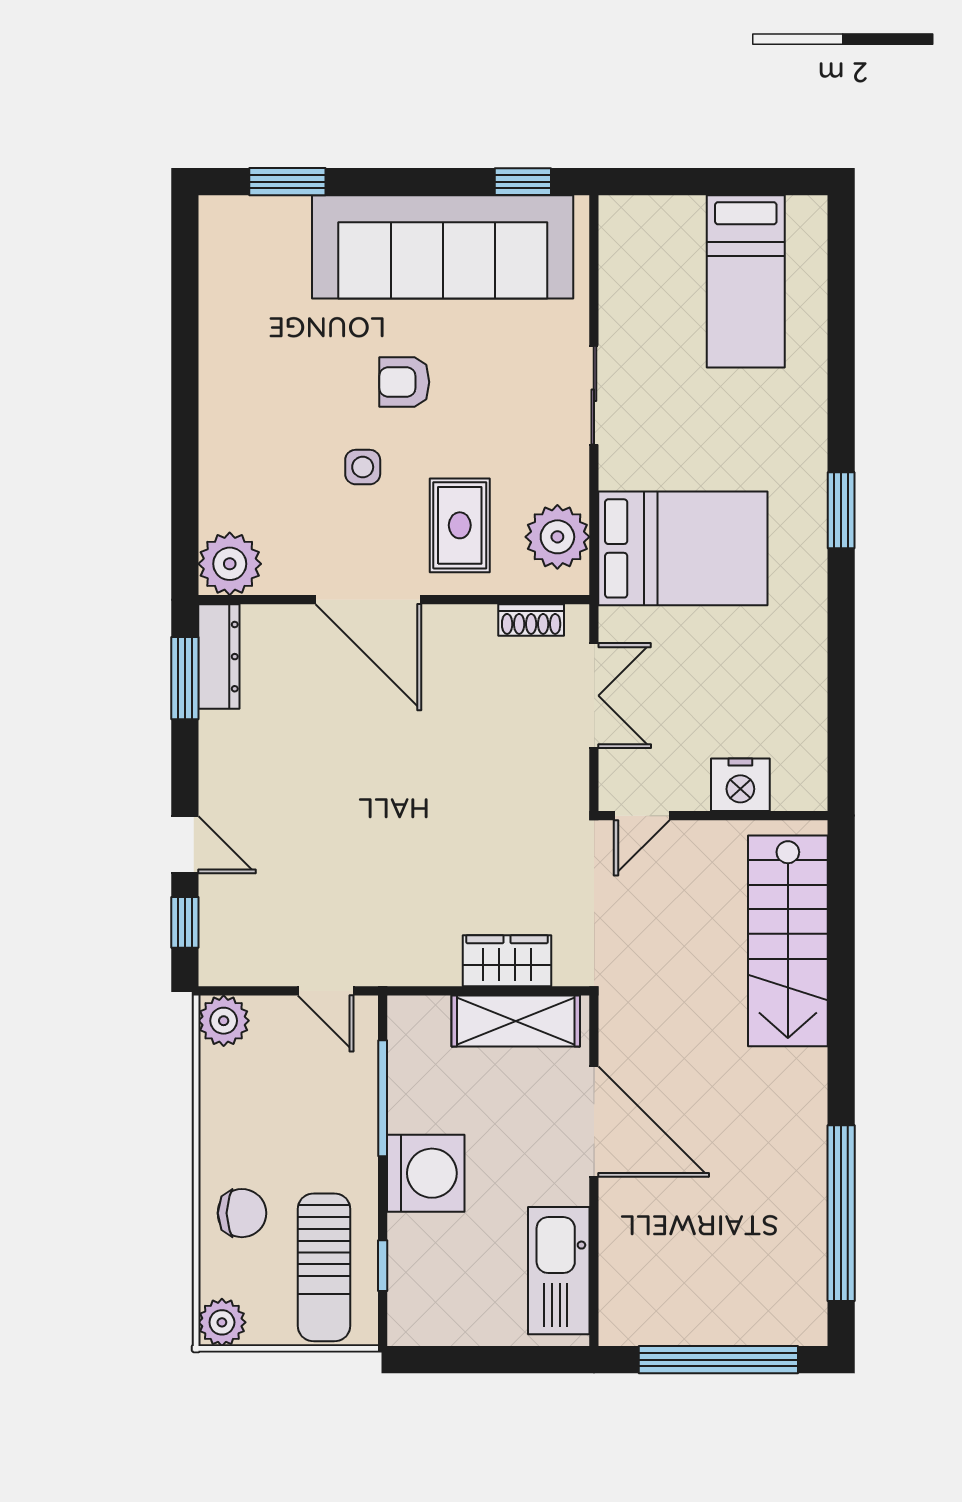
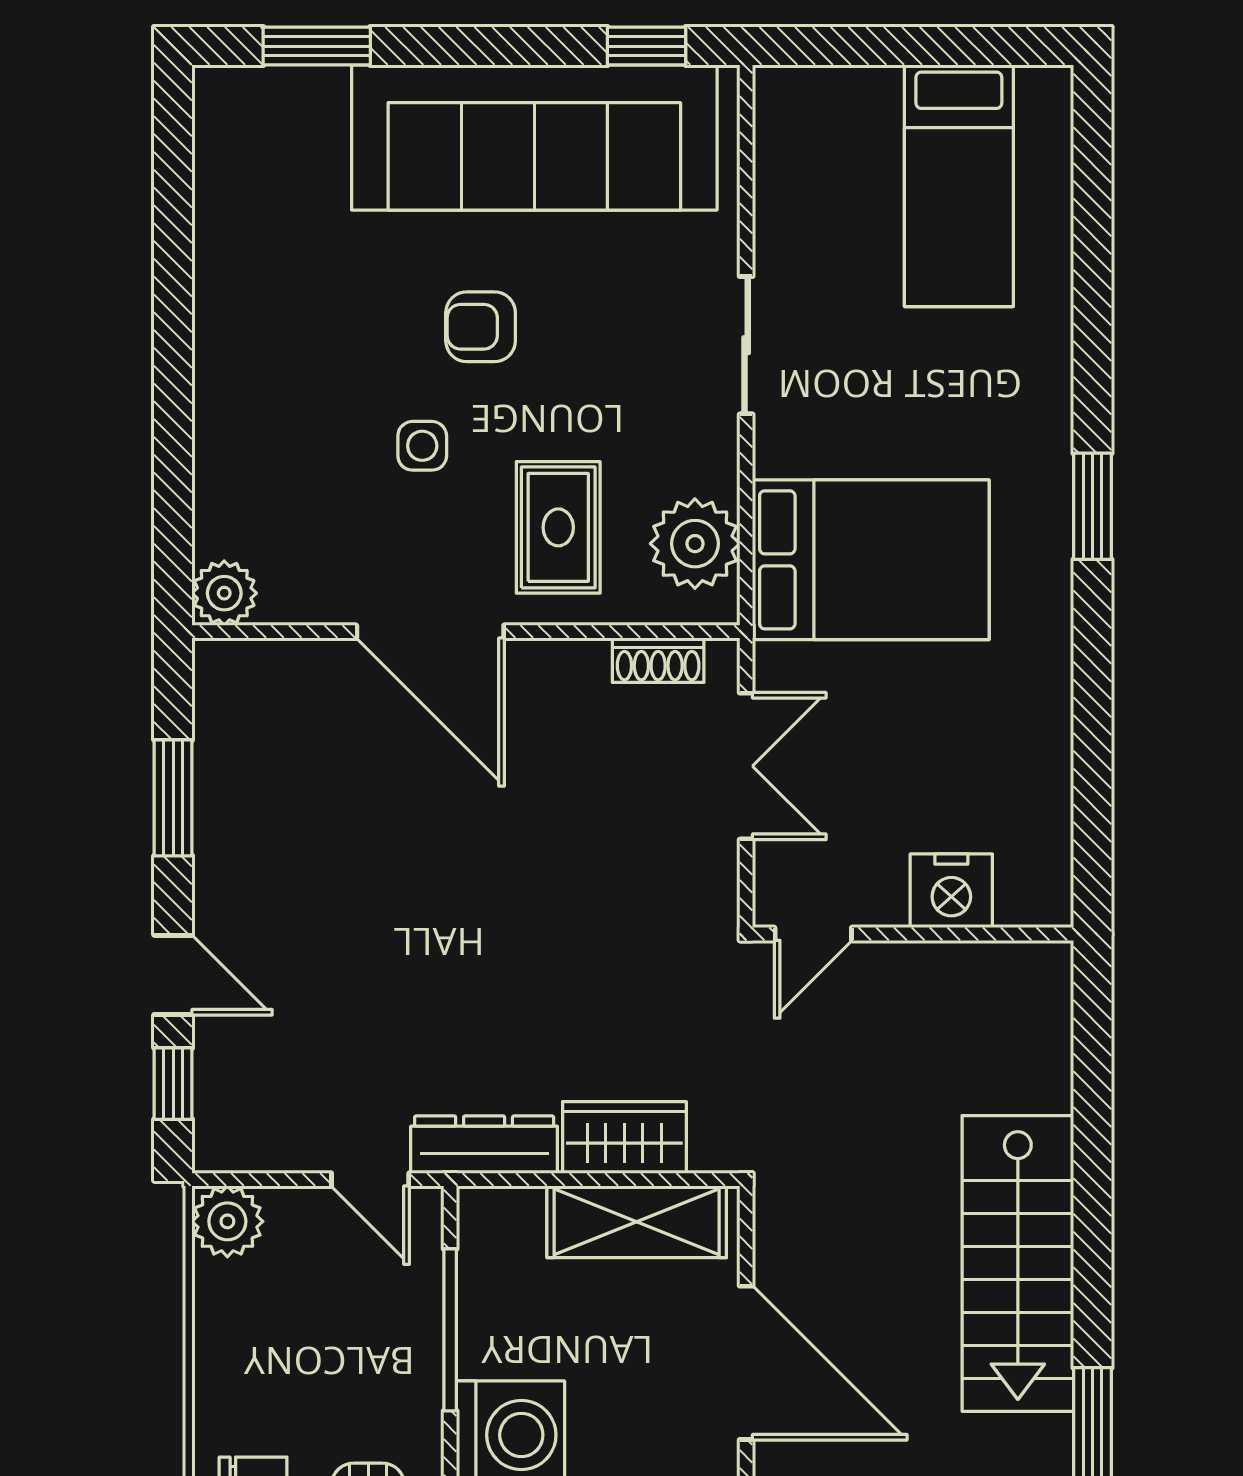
plant: (230, 564) -> (224, 593), width x0.73, depth x0.73
dresser: (219, 657) -> (484, 1145), moved, turned -90
window: (185, 678) -> (173, 798), moved
stairs: (788, 941) -> (1018, 1263), moved

